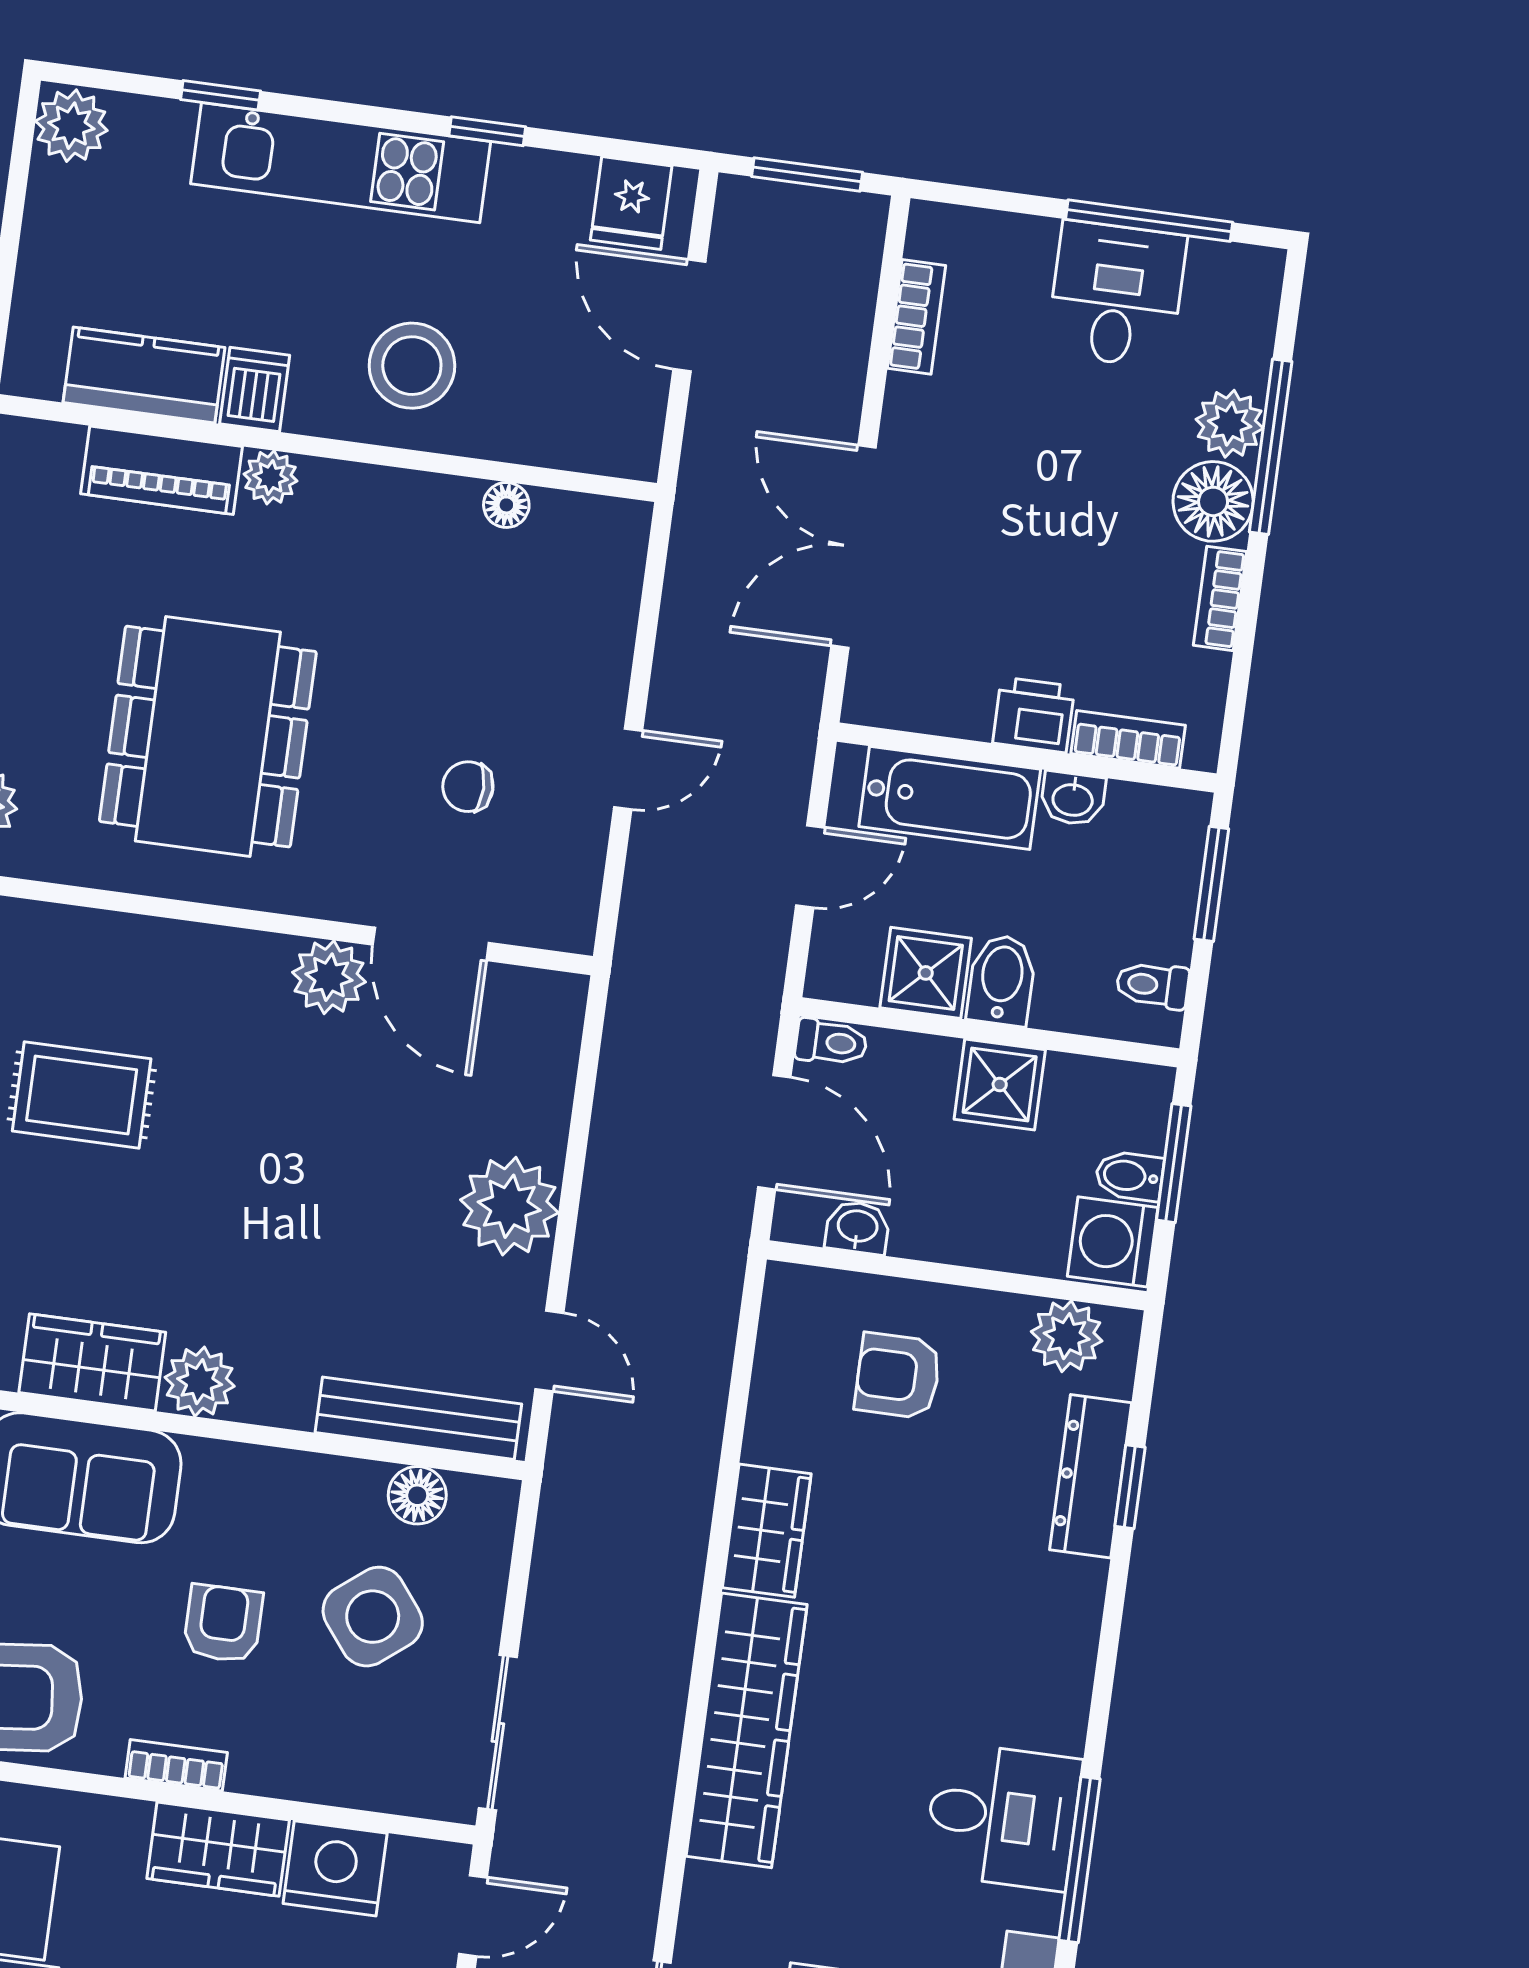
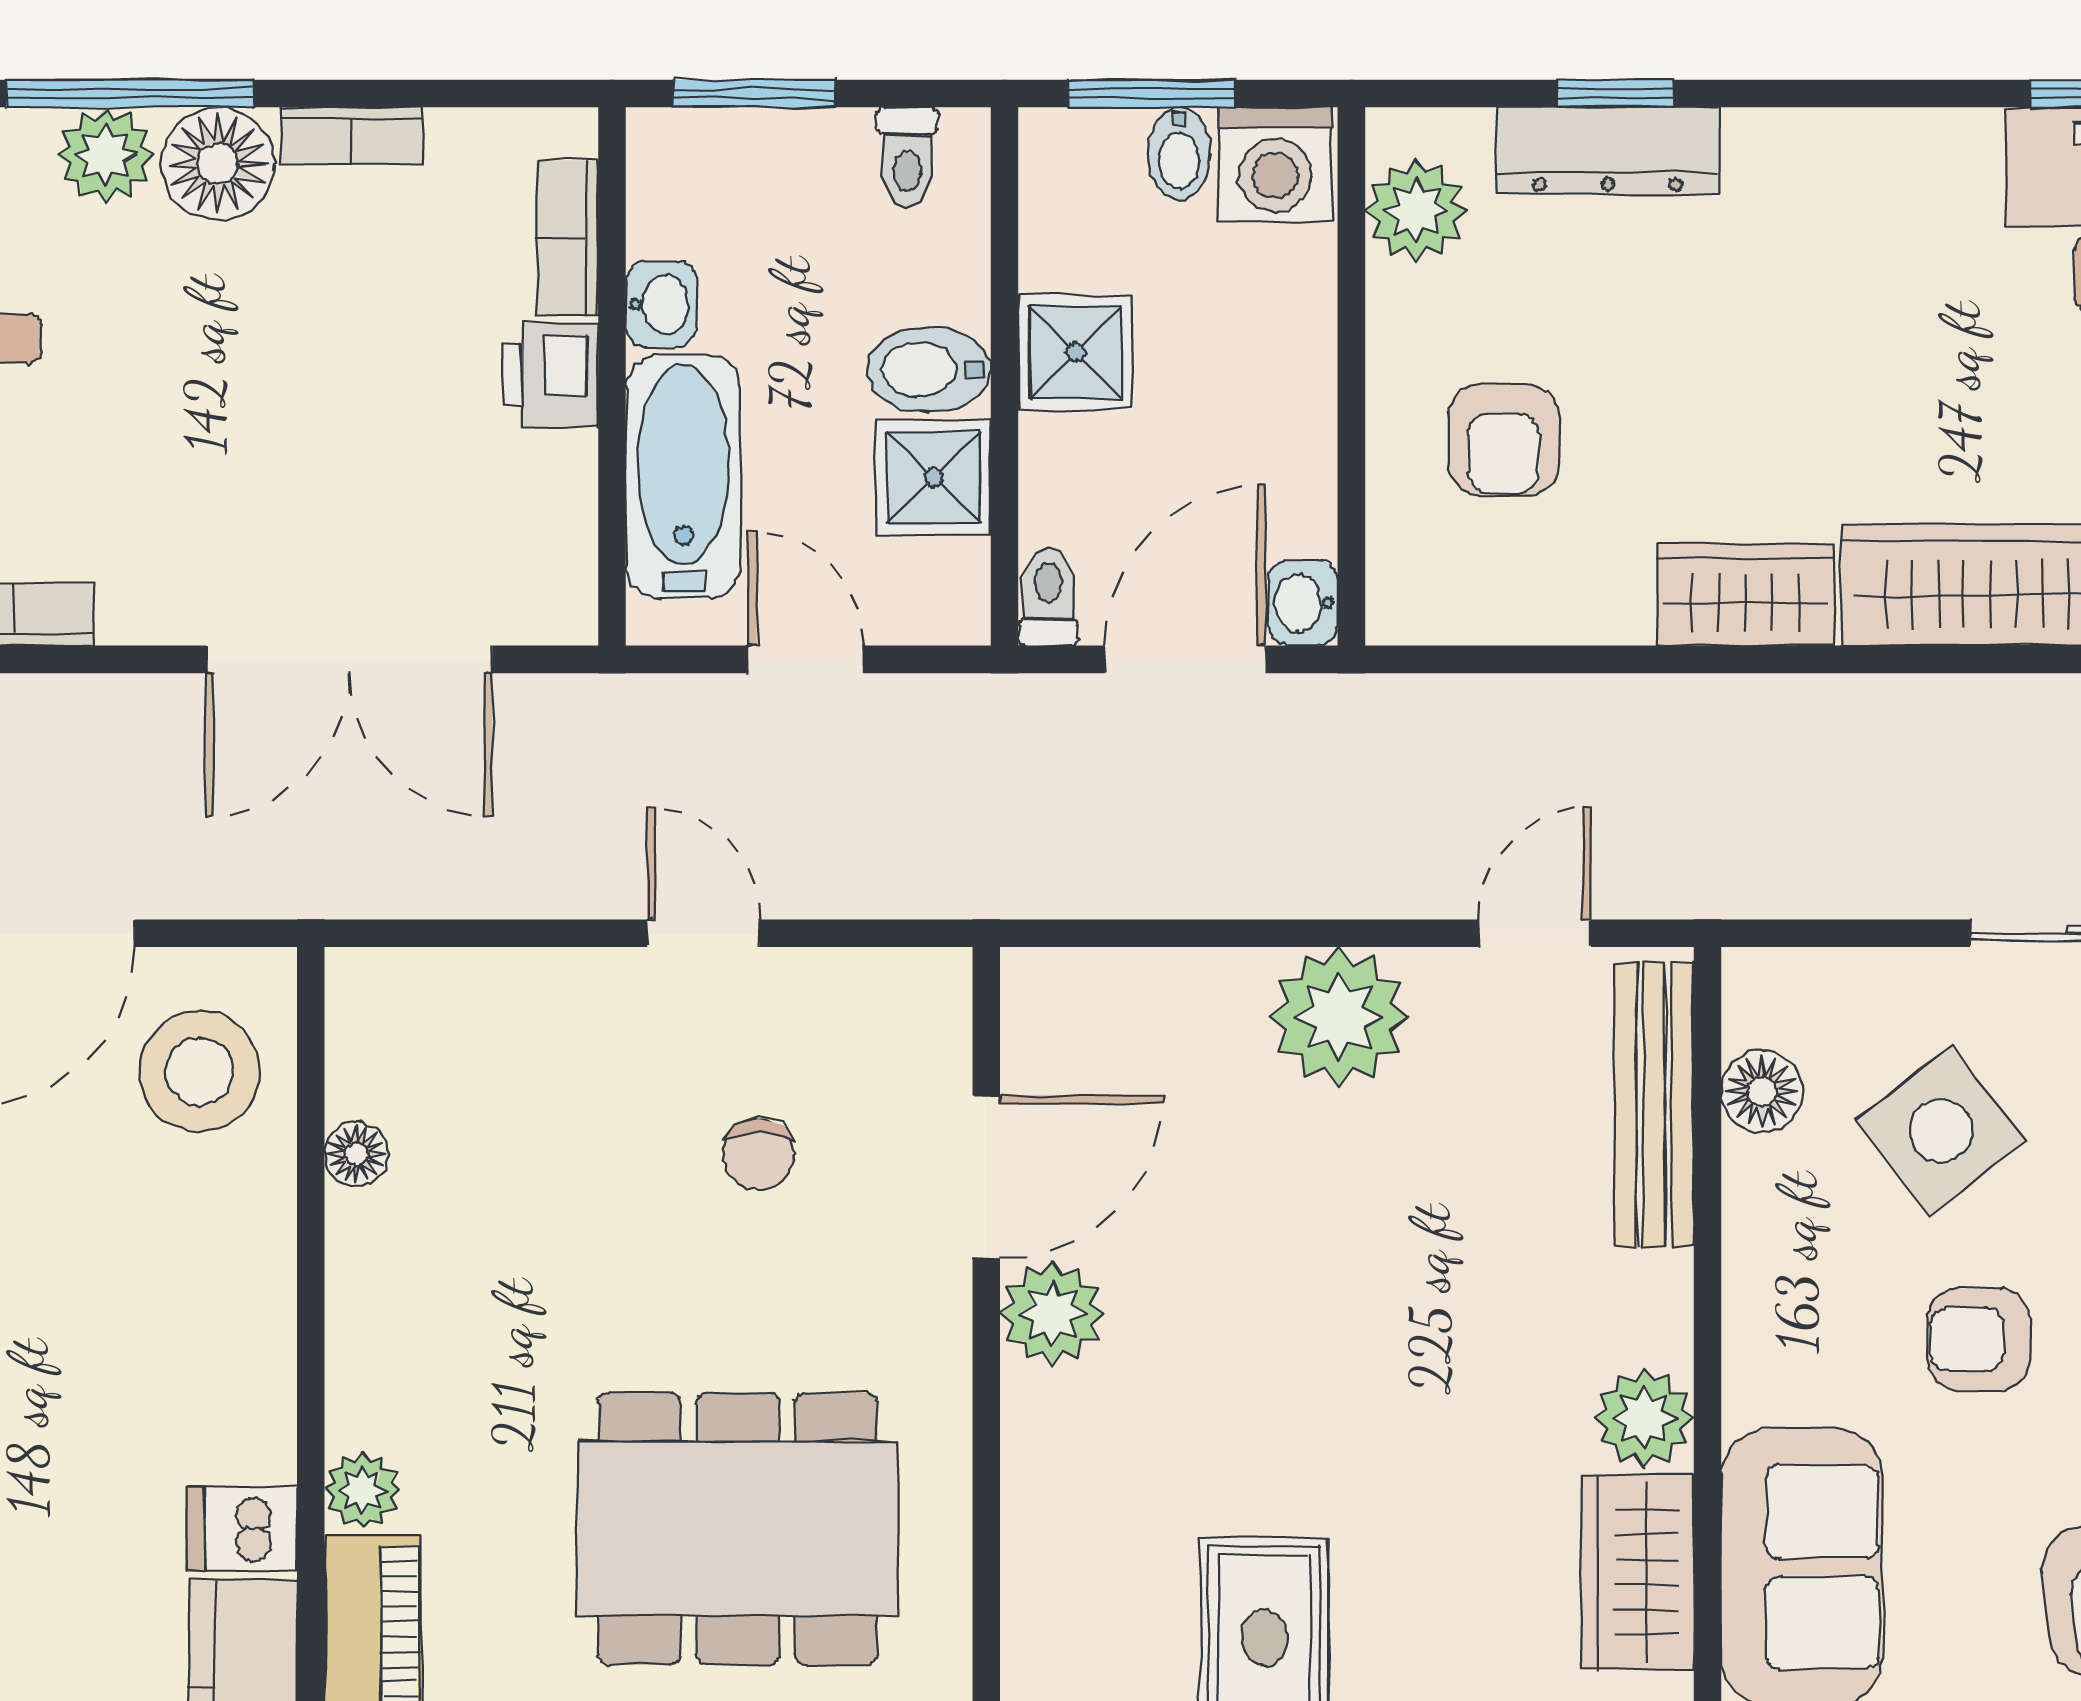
stool: (412, 366) -> (199, 1071), moved
washbasin: (857, 1227) -> (1303, 603), moved

